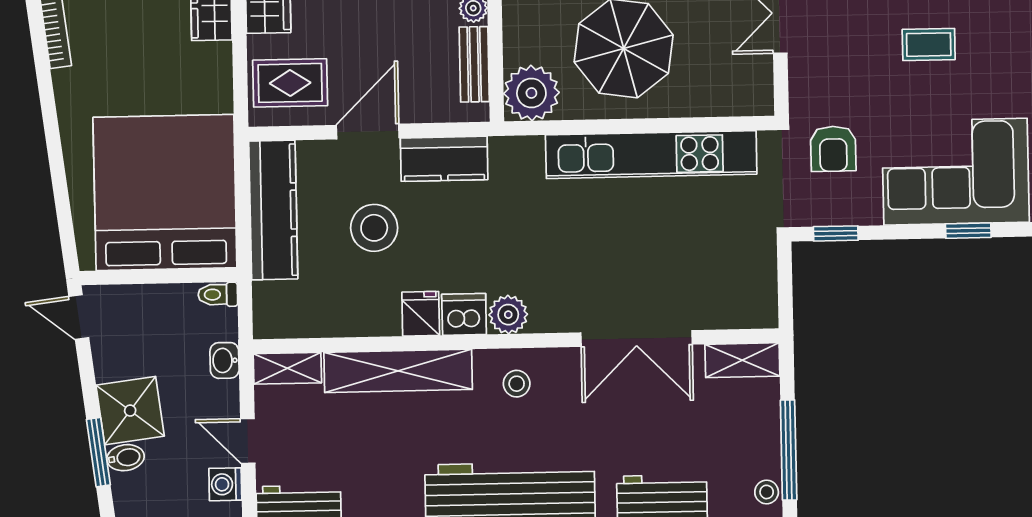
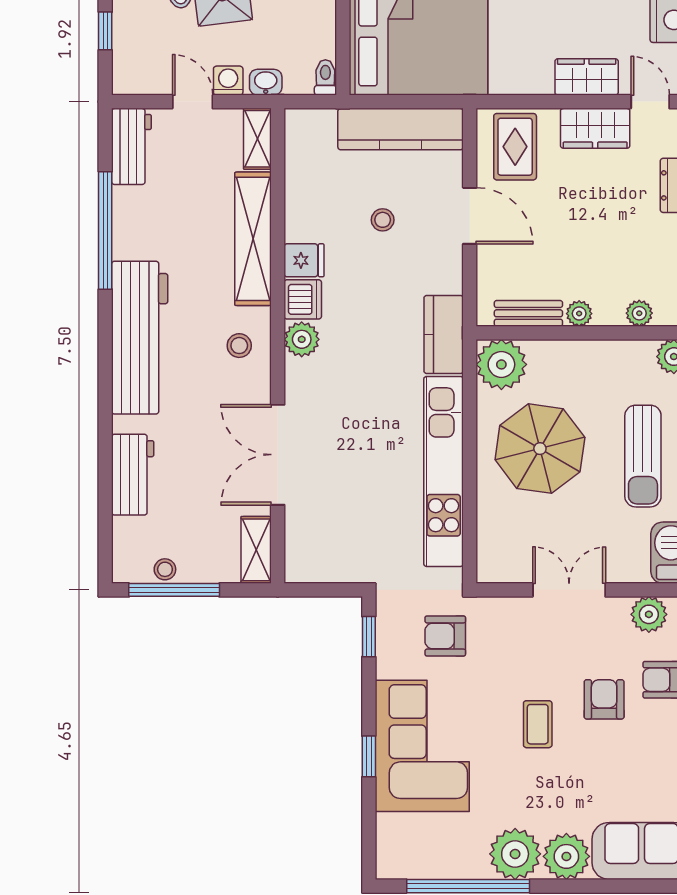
kitchen counter: (444, 159) -> (444, 334), moved
stool: (374, 228) -> (383, 220), width x0.53, depth x0.53
door: (248, 441) -> (193, 102), hinge flipped
washing machine: (225, 484) -> (228, 81), moved
stool: (767, 492) -> (165, 569), moved

